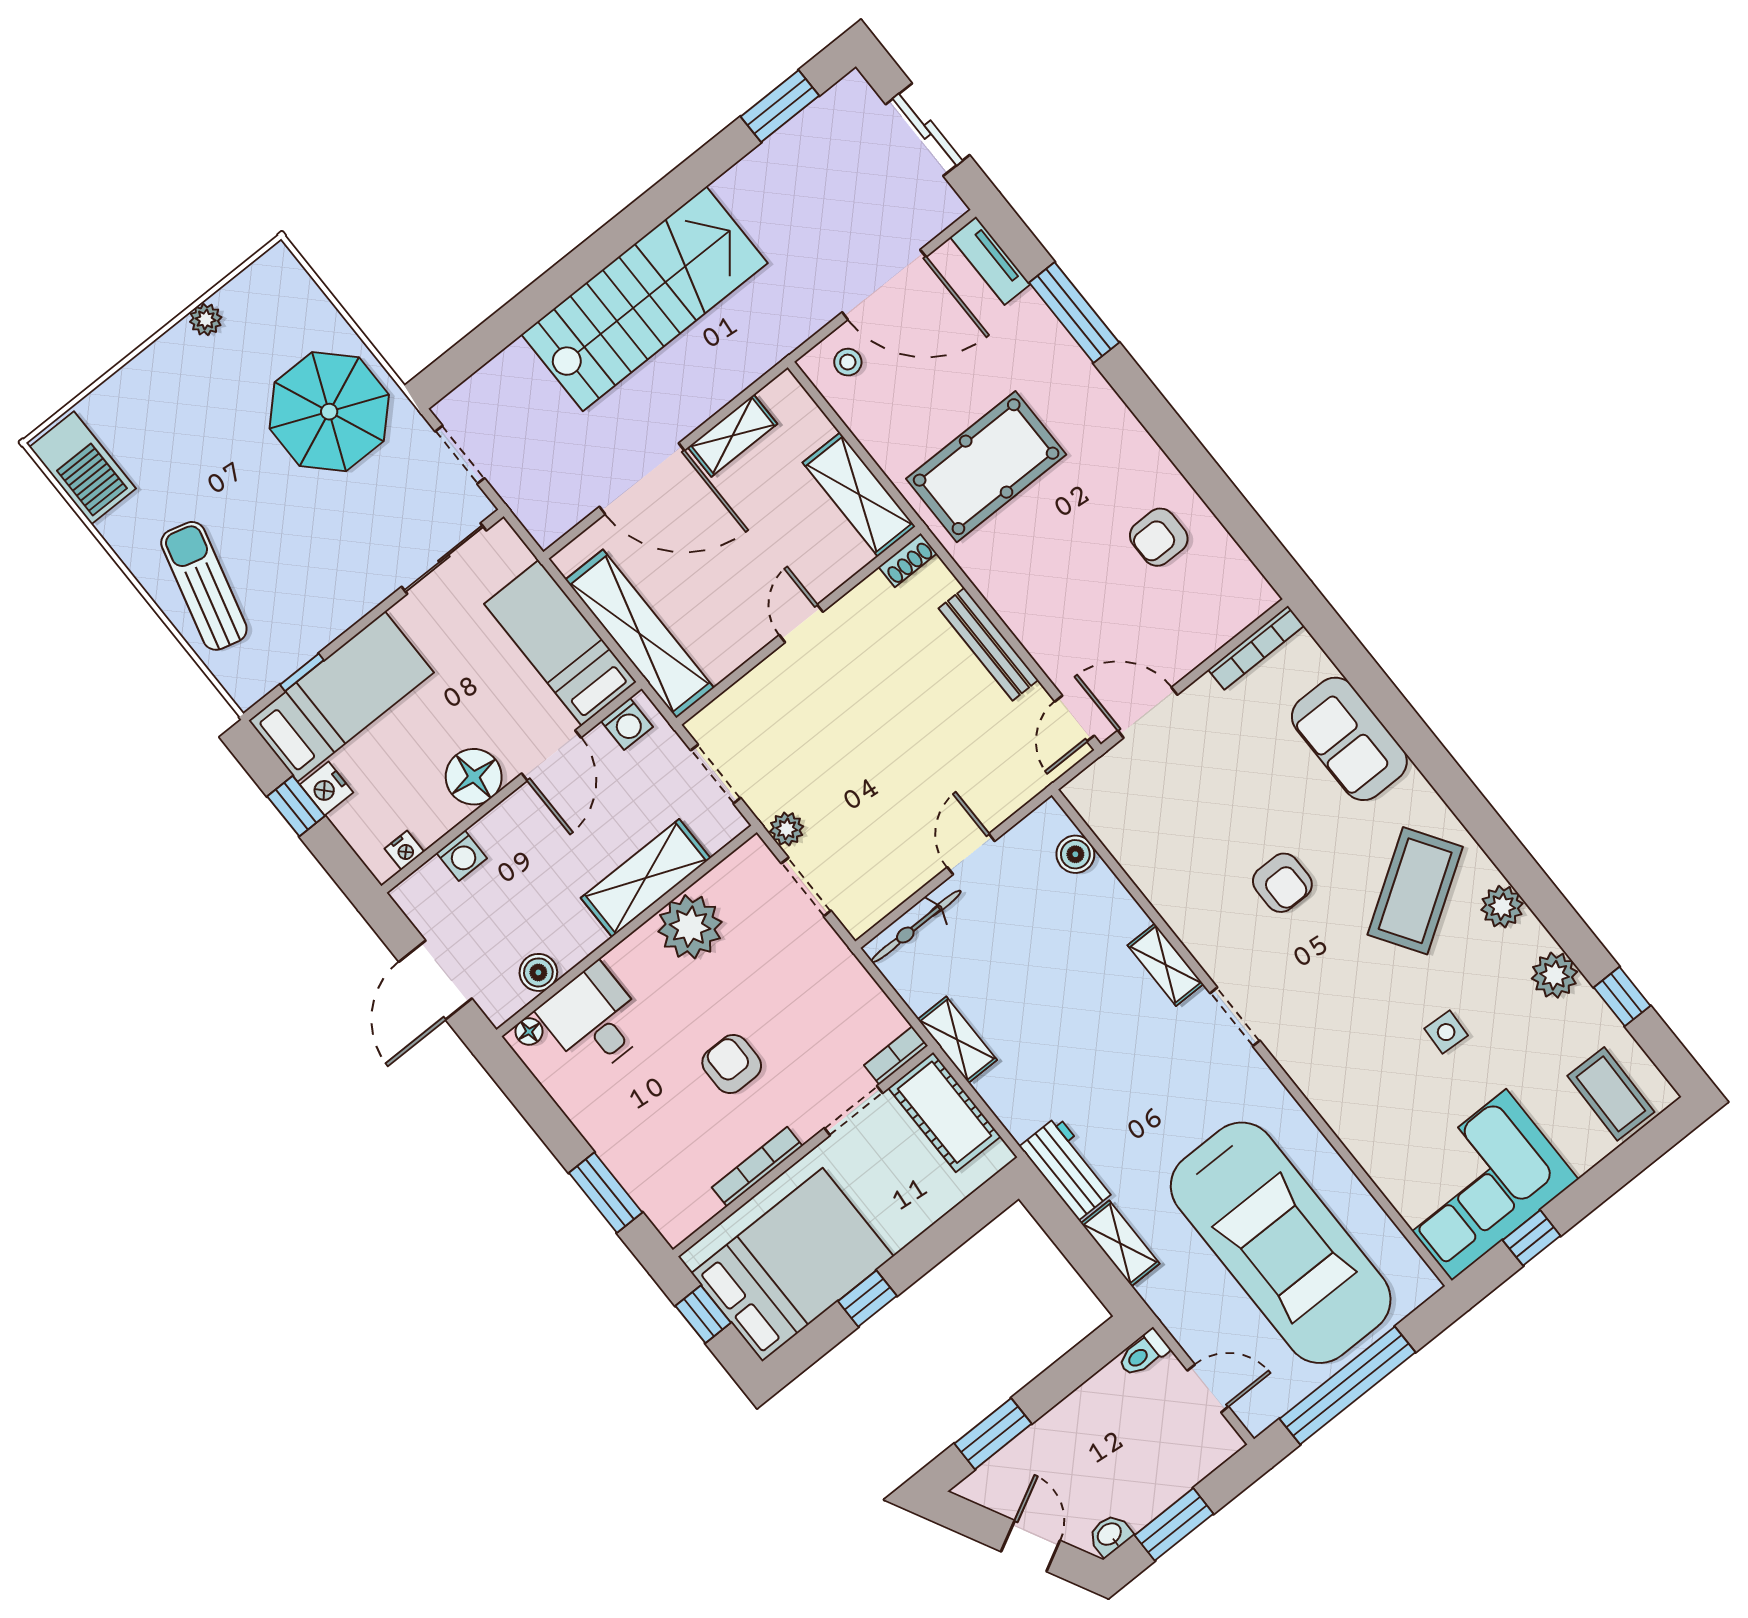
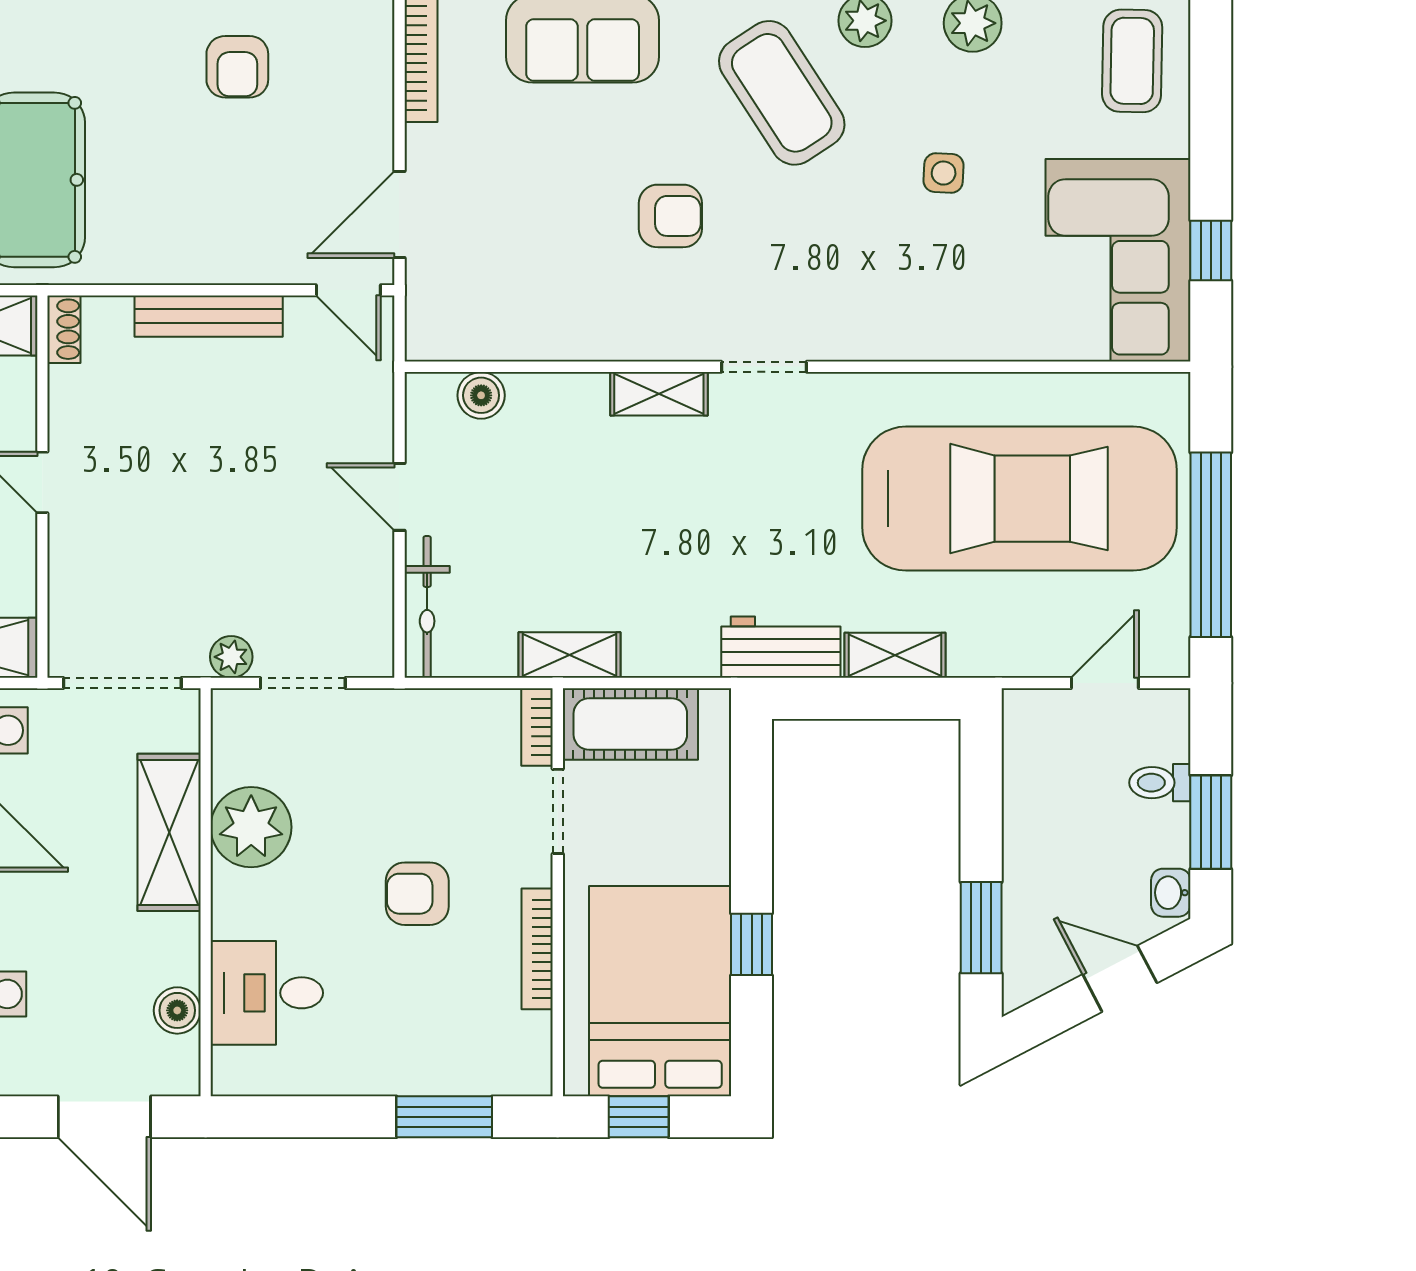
doorway: (716, 774) -> (122, 683), width x1.38
floor lamp: (529, 1031) -> (227, 1066), removed
coffee table: (1611, 1094) -> (1132, 61), turned 90
toilet: (1143, 1353) -> (1160, 783), moved, turned 90

